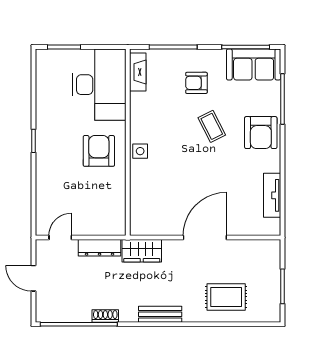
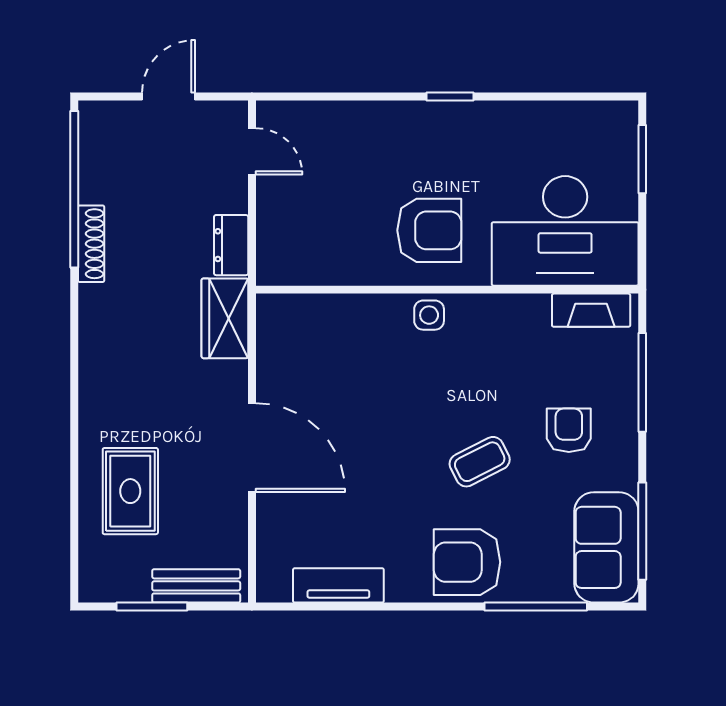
dresser: (100, 248) -> (231, 245), width x0.70
bench: (160, 314) -> (196, 586), moved, turned 90
shoe rack: (105, 316) -> (91, 244), width x1.43

